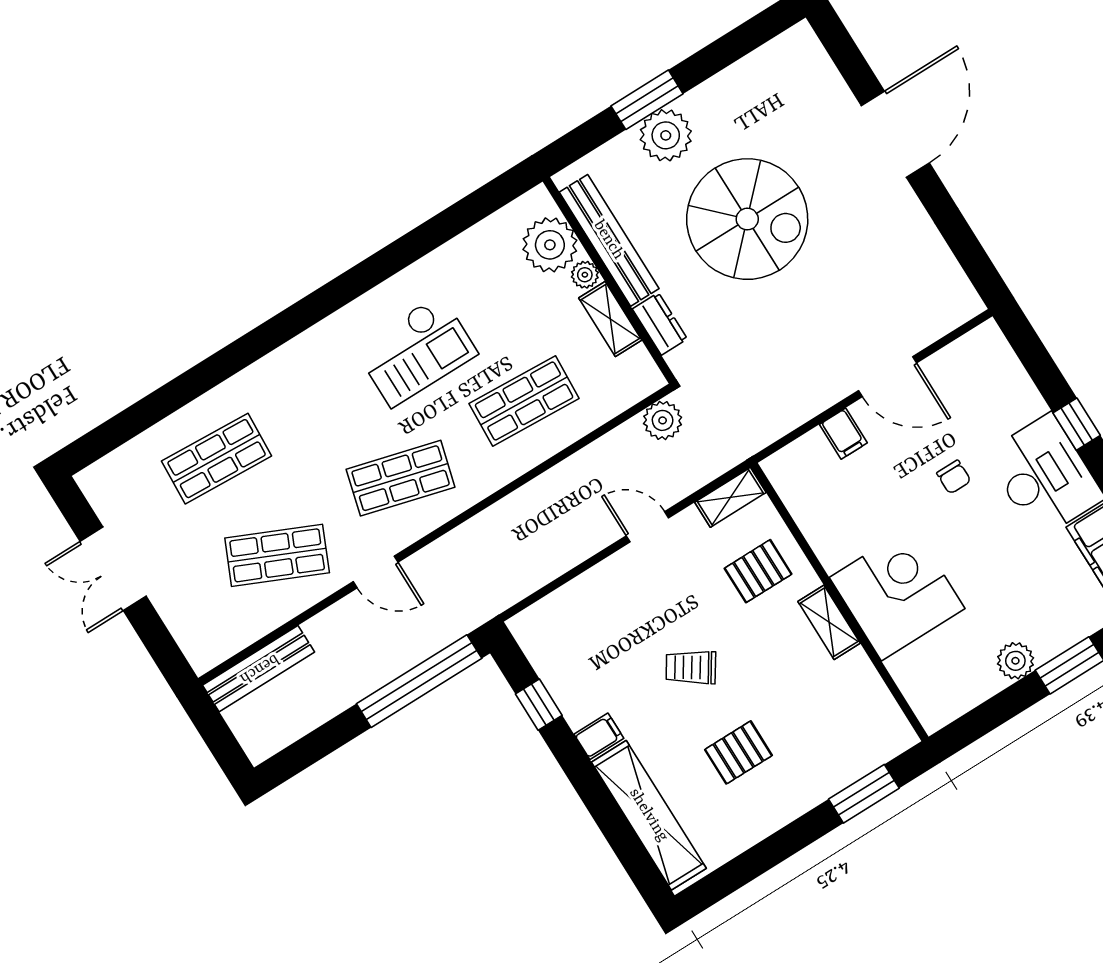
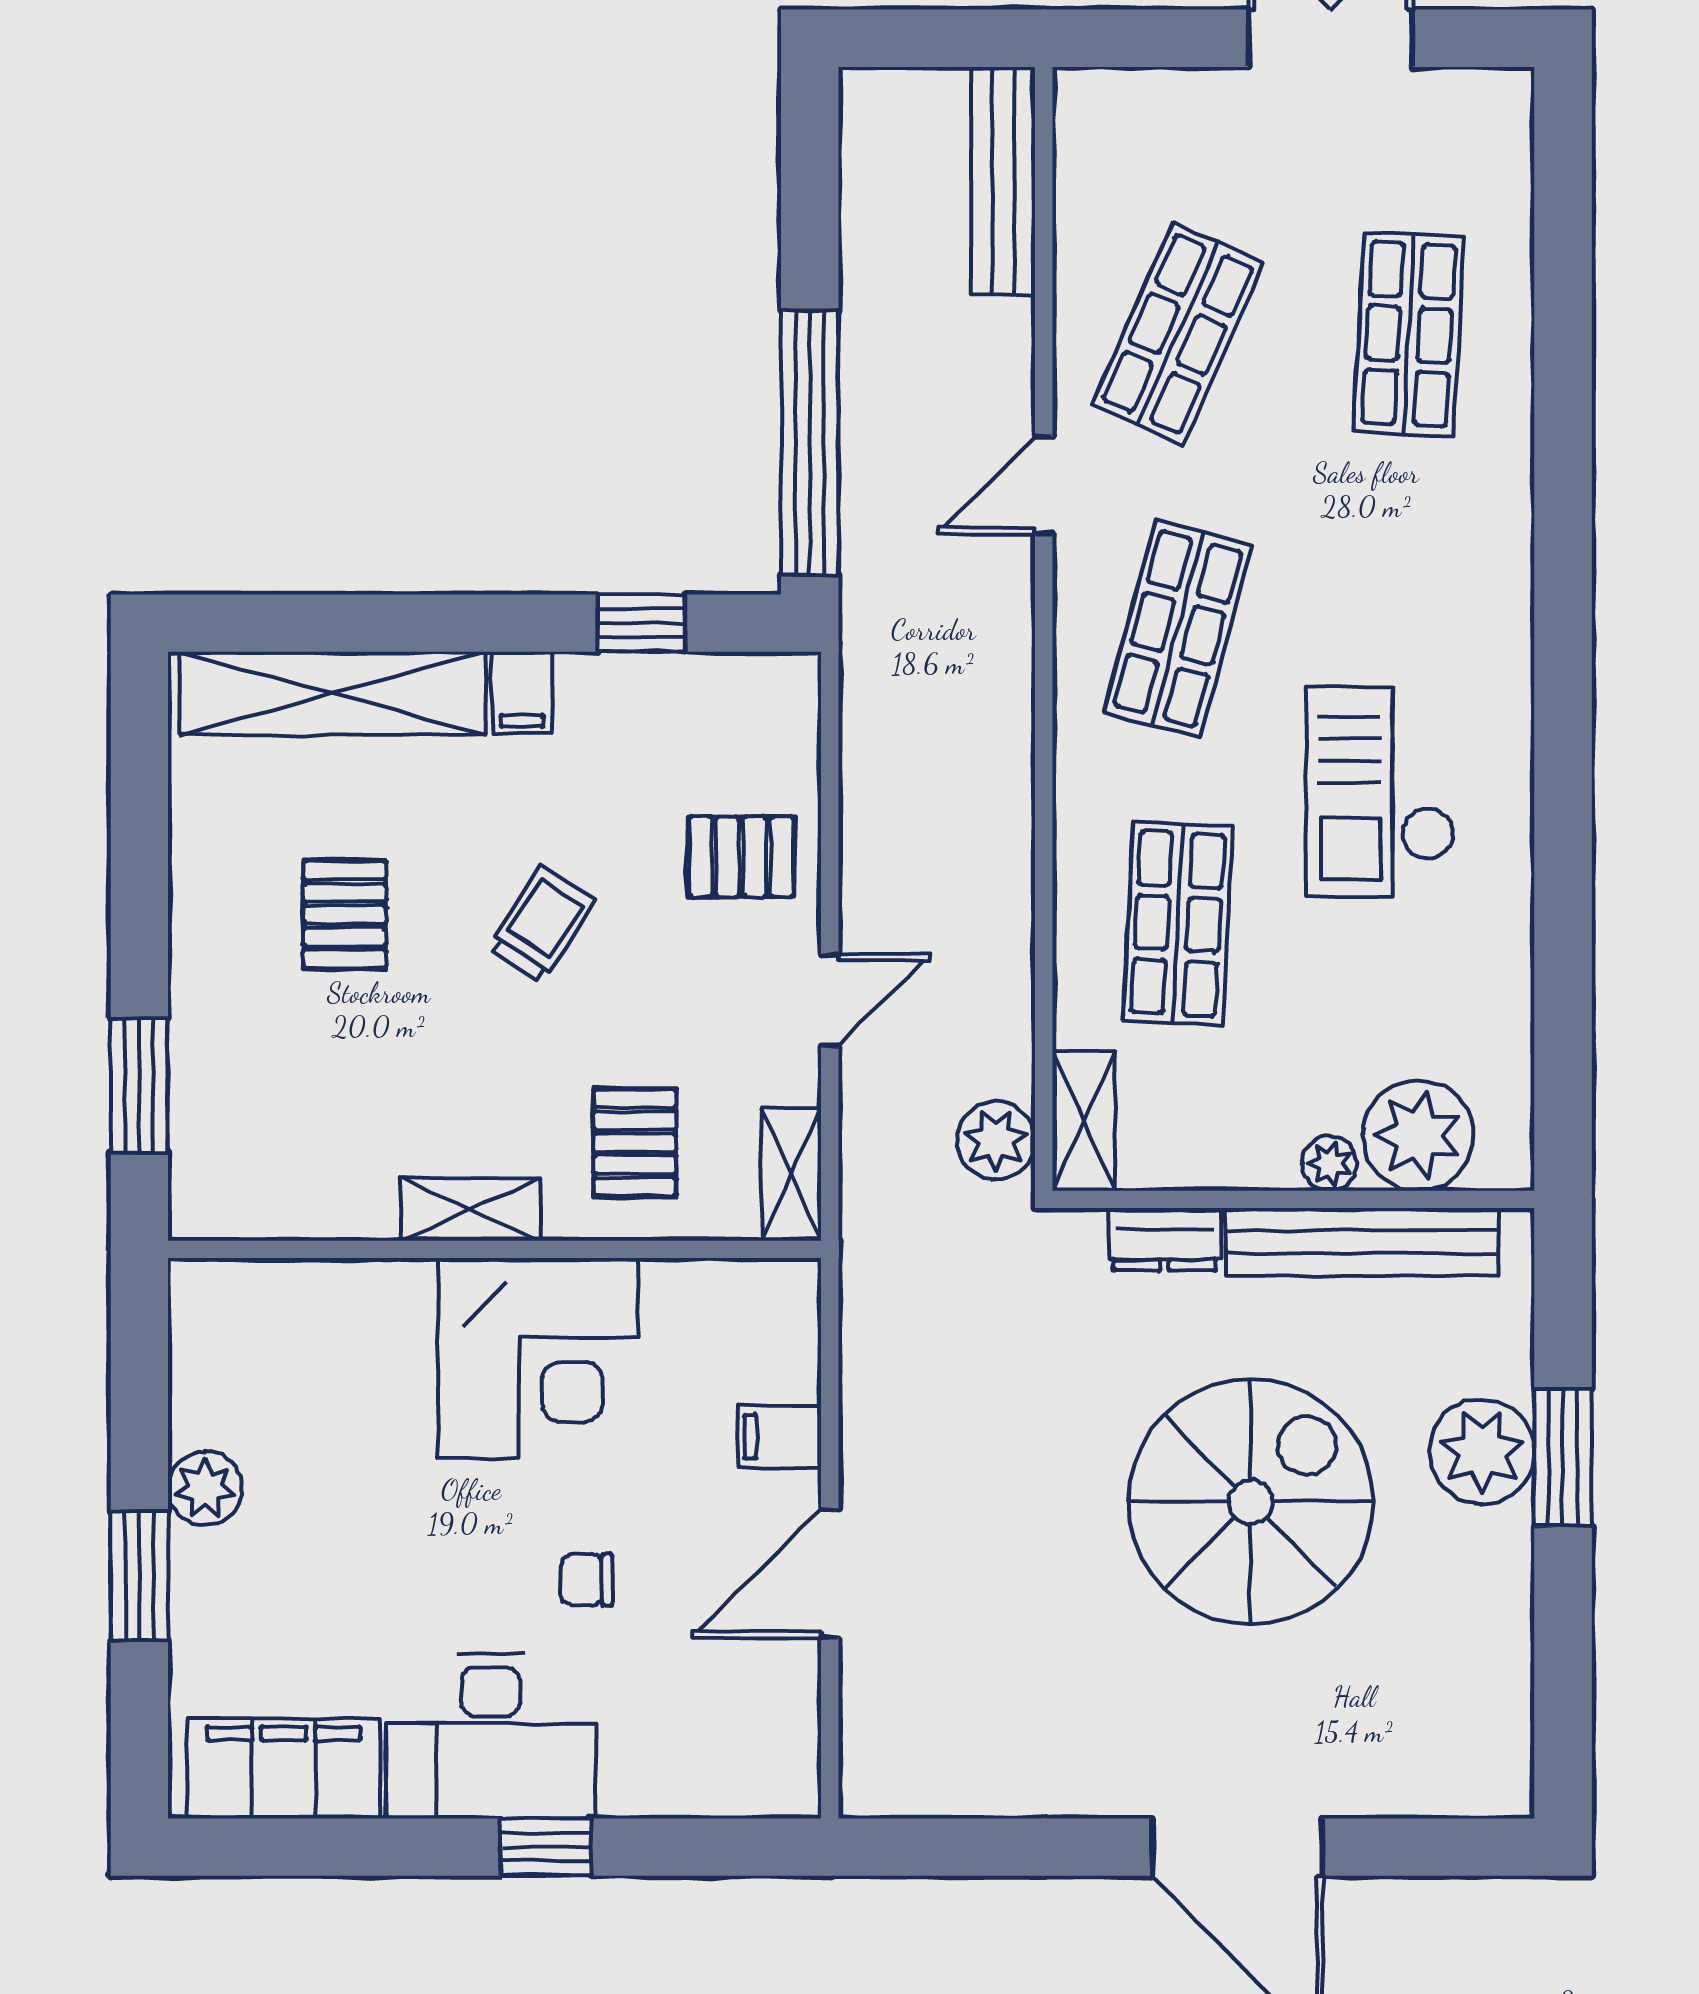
spiral stairs: (747, 219) -> (1251, 1502), turned 180
shelving: (610, 319) -> (1084, 1121), moved, turned 90
corner desk: (897, 593) -> (539, 1358), moved
pallet: (610, 601) -> (741, 857), added

